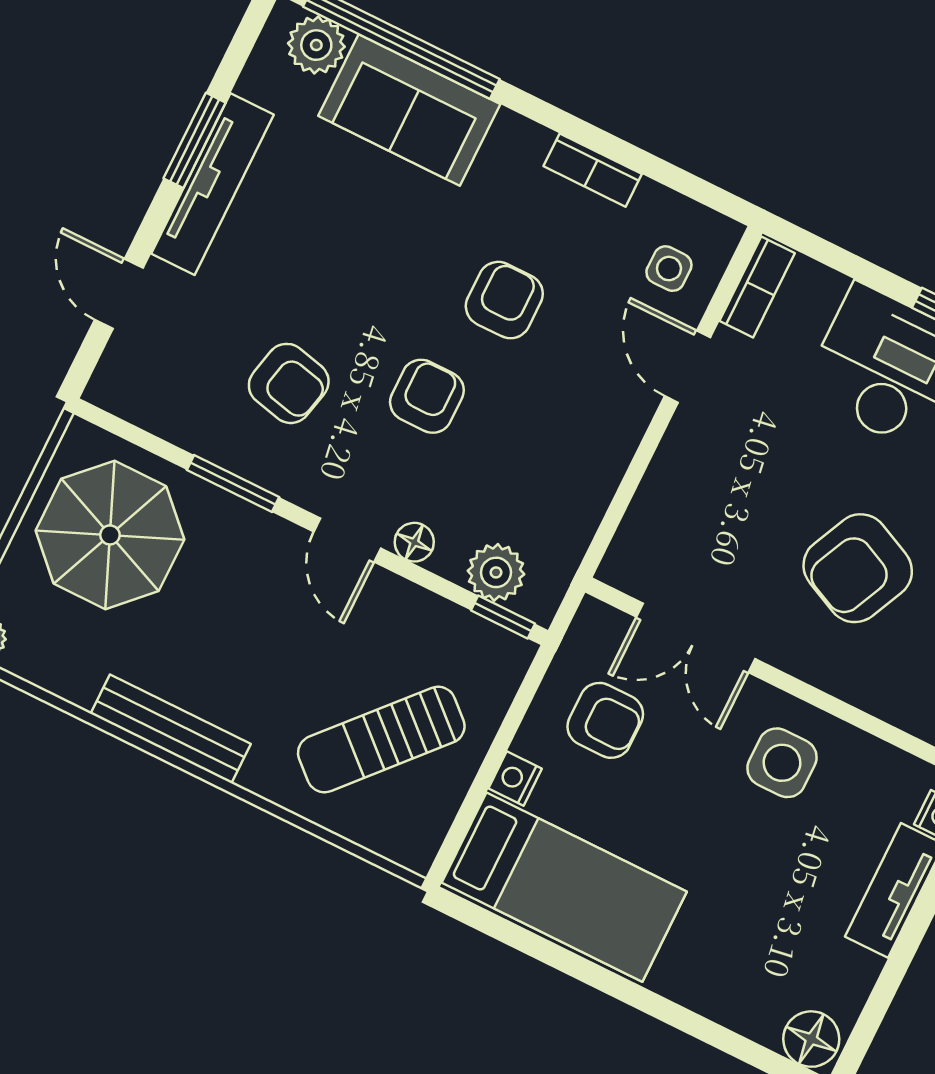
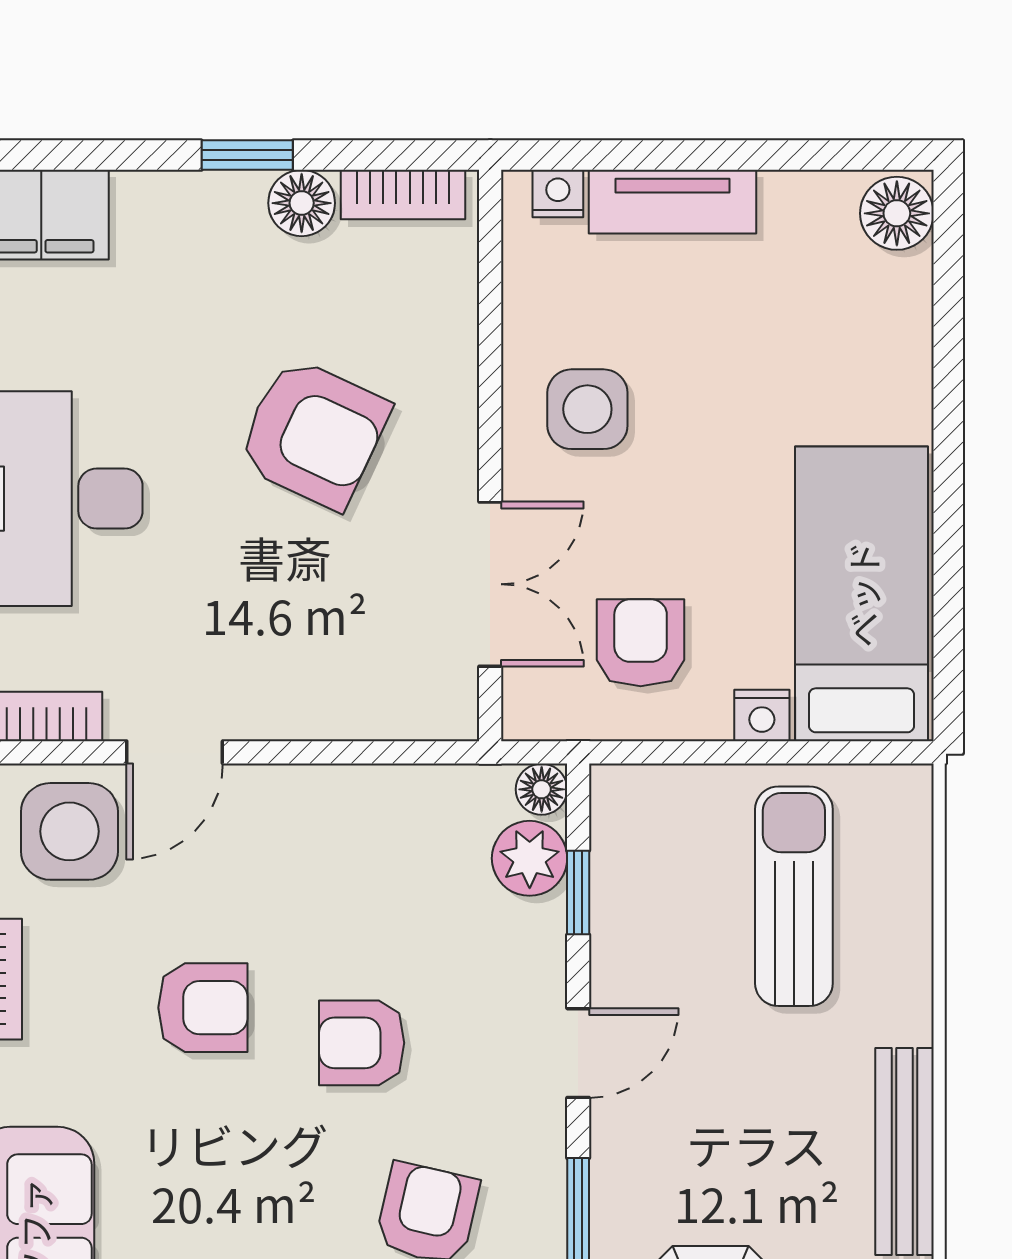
side table: (669, 269) -> (69, 831), width x1.87, depth x1.87
armchair: (504, 300) -> (203, 1008), turned 180
floor lamp: (414, 542) -> (542, 789), moved
window: (503, 617) -> (578, 893), moved
sun lounger: (381, 739) -> (794, 896), turned -132

